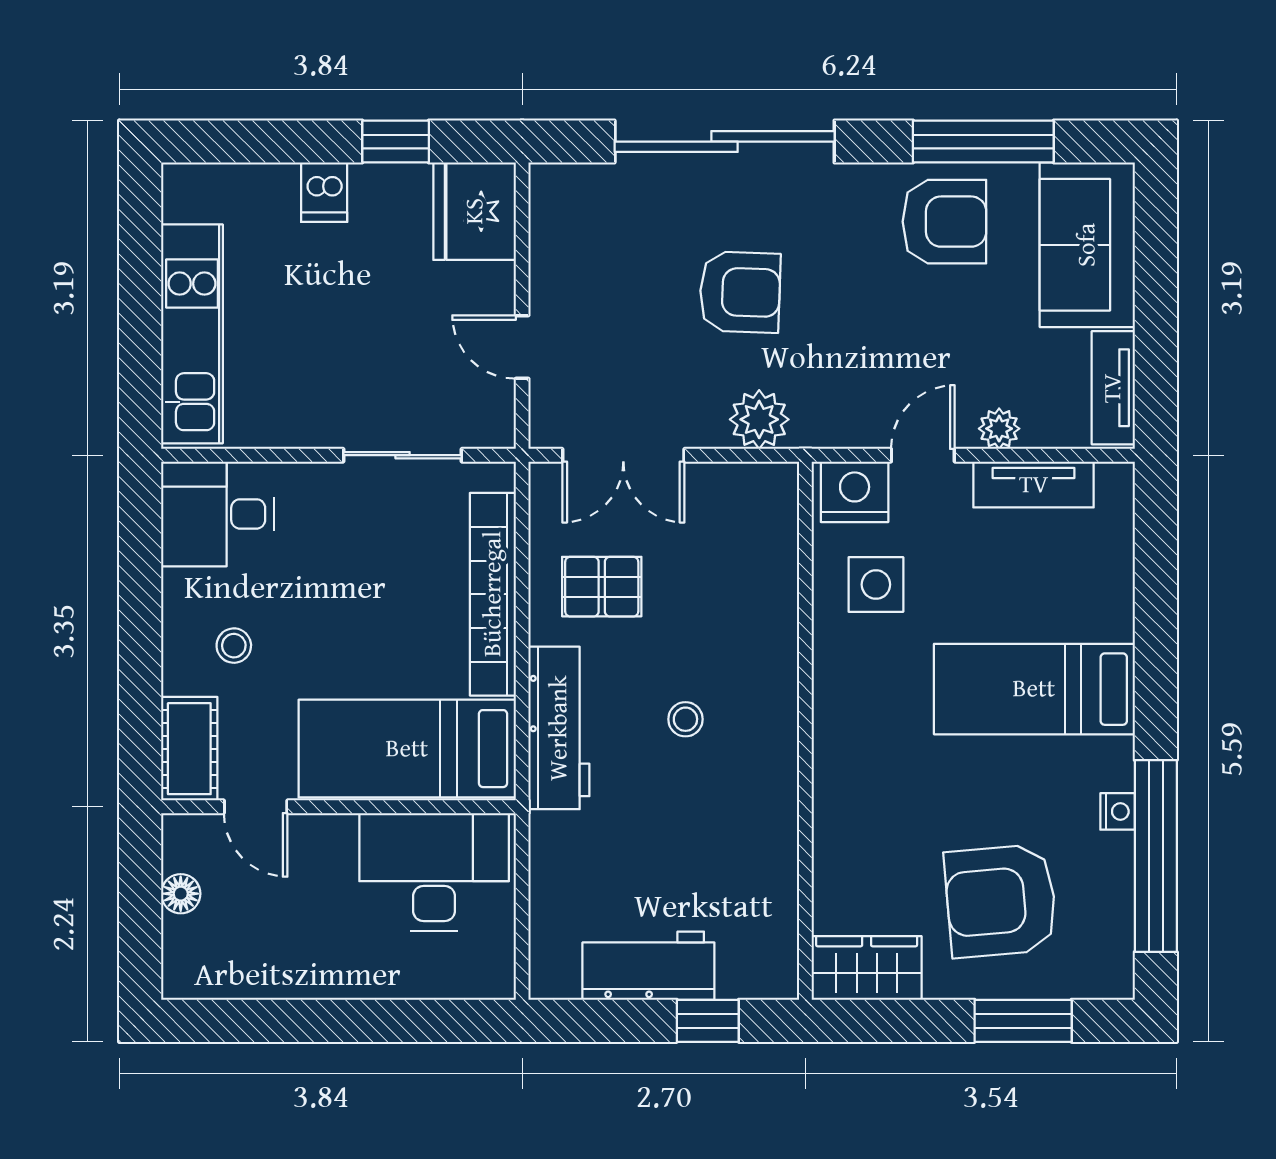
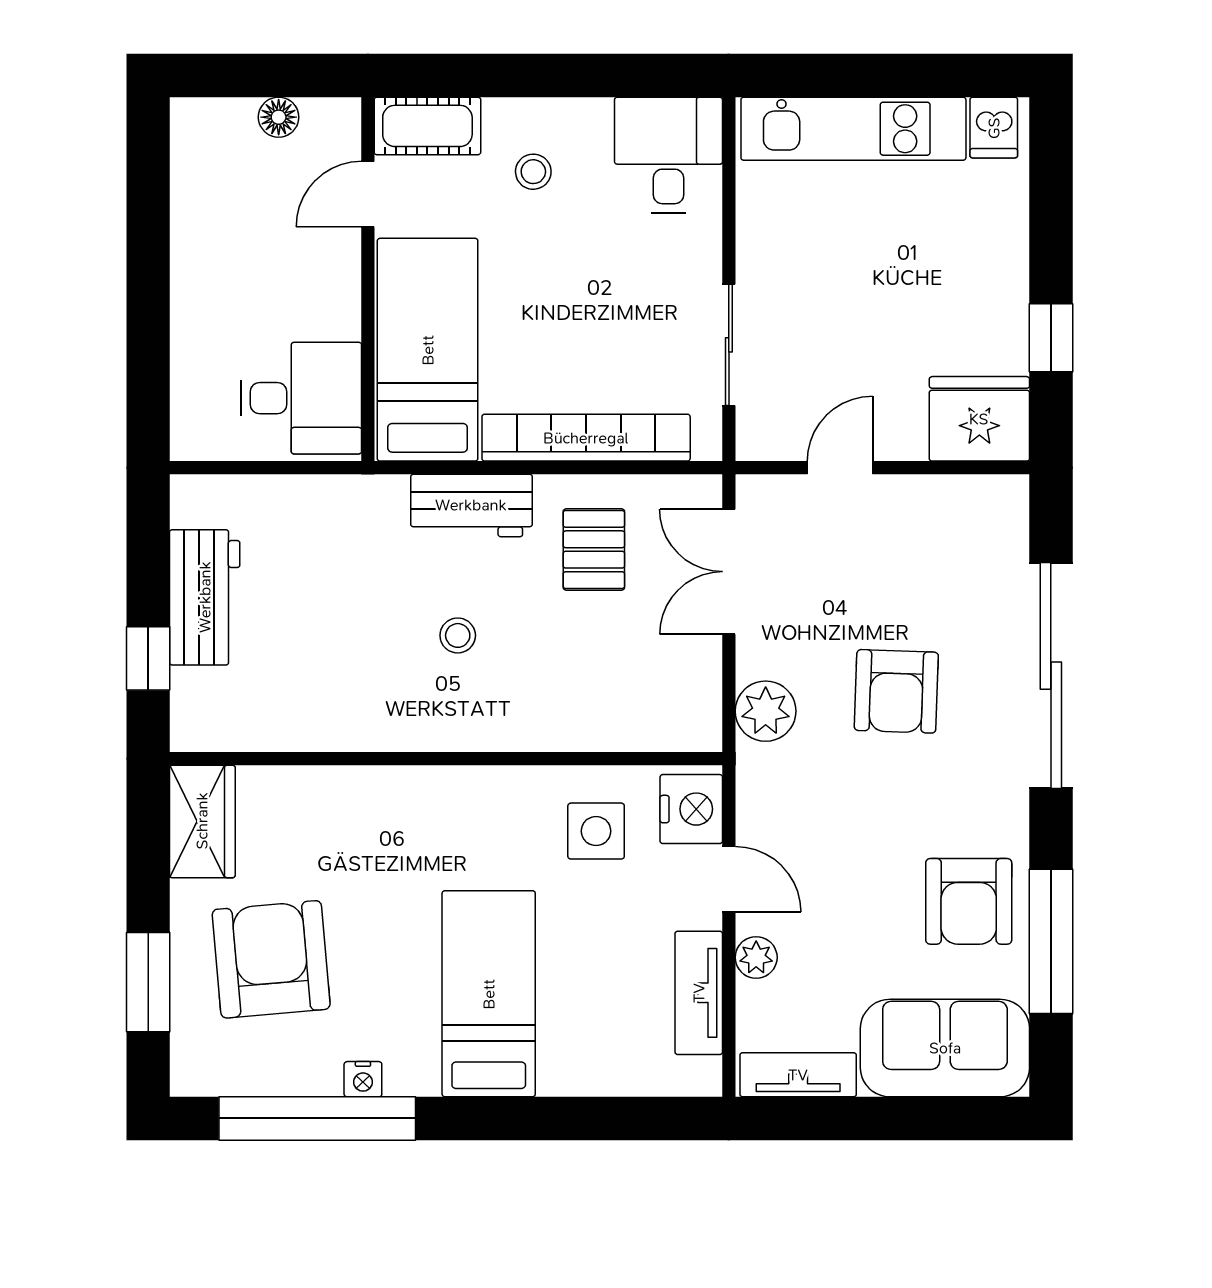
dishwasher: (324, 192) -> (994, 128), moved, turned -90
workbench: (559, 728) -> (471, 505), width x0.73
desk: (434, 872) -> (301, 398), width x0.73

